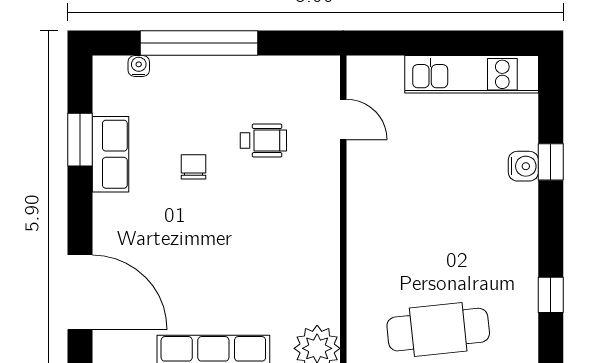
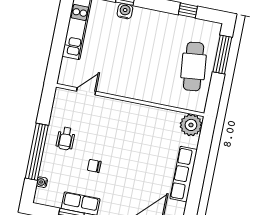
wheelchair: (263, 141) -> (66, 139), moved, turned 180

